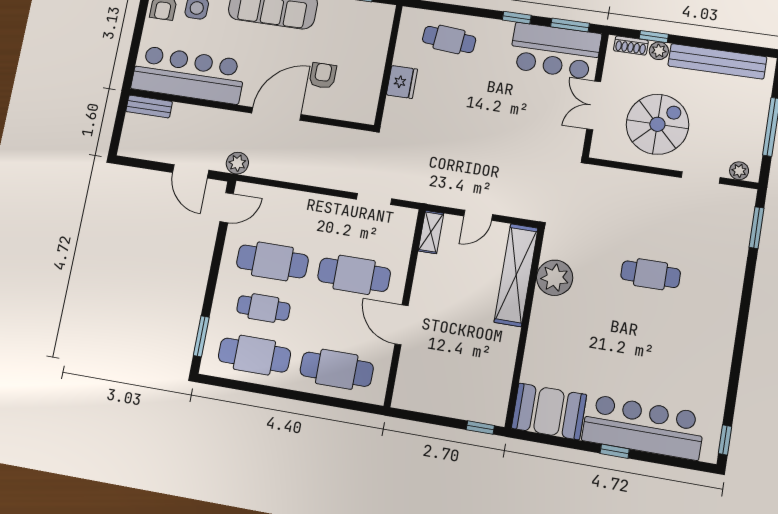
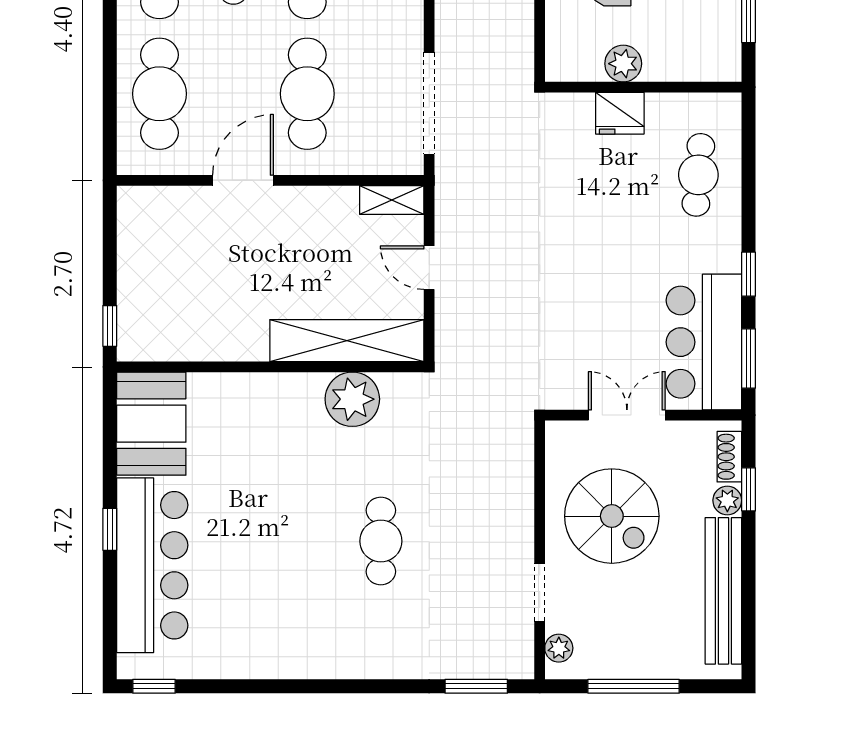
plant: (372, 75) -> (623, 64), added
doorway: (374, 199) -> (429, 103), width x1.88

